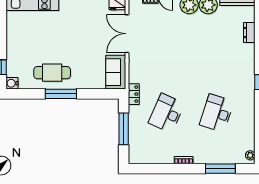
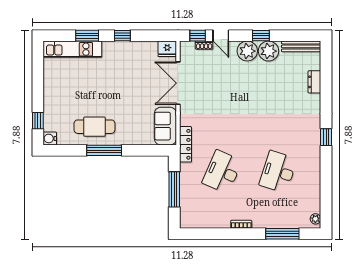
locker: (134, 94) -> (185, 144), width x1.53

